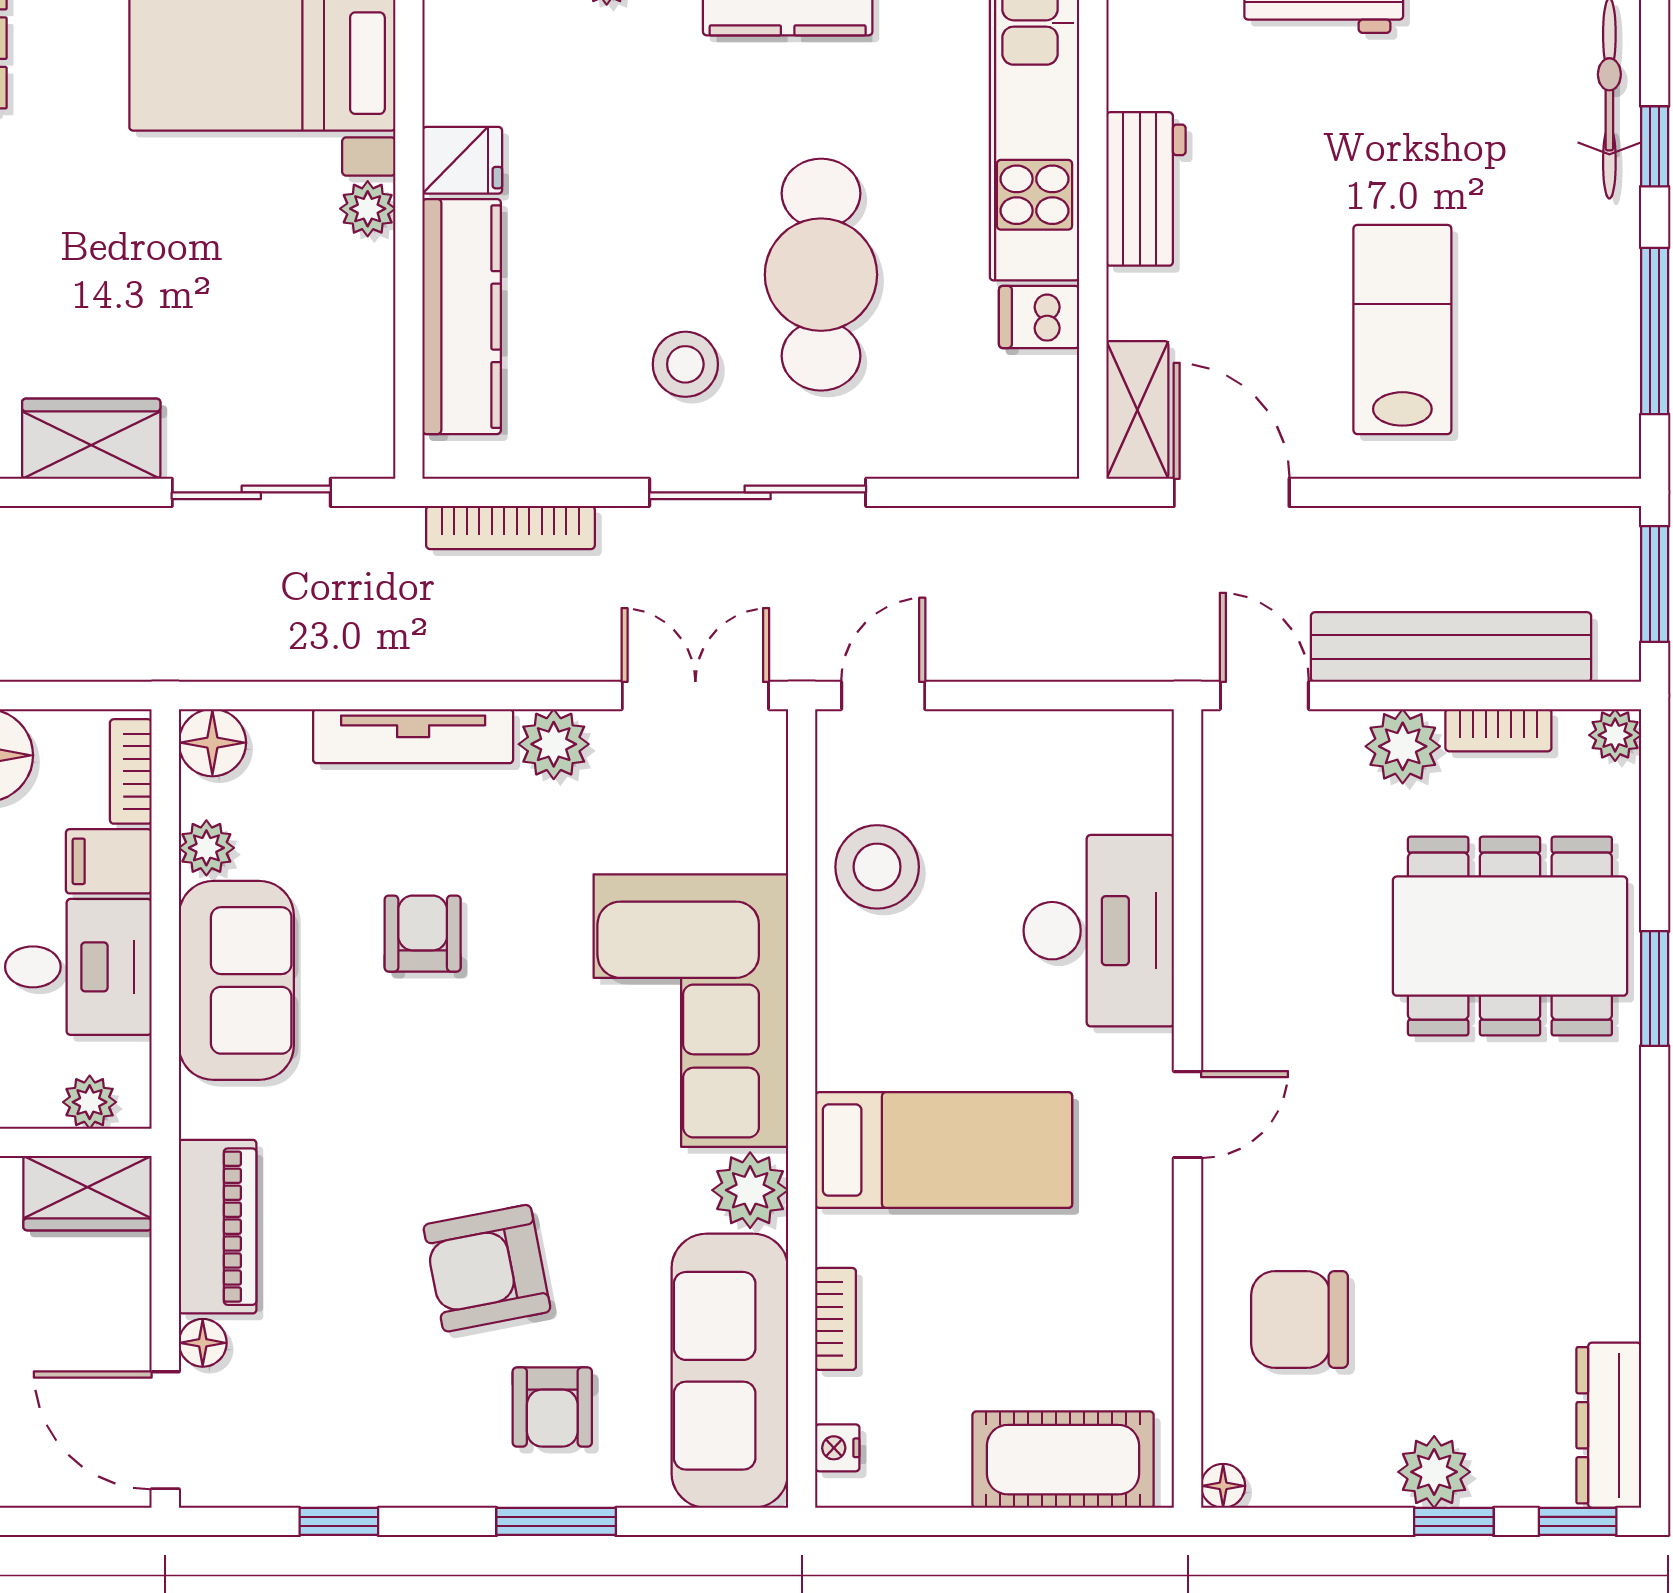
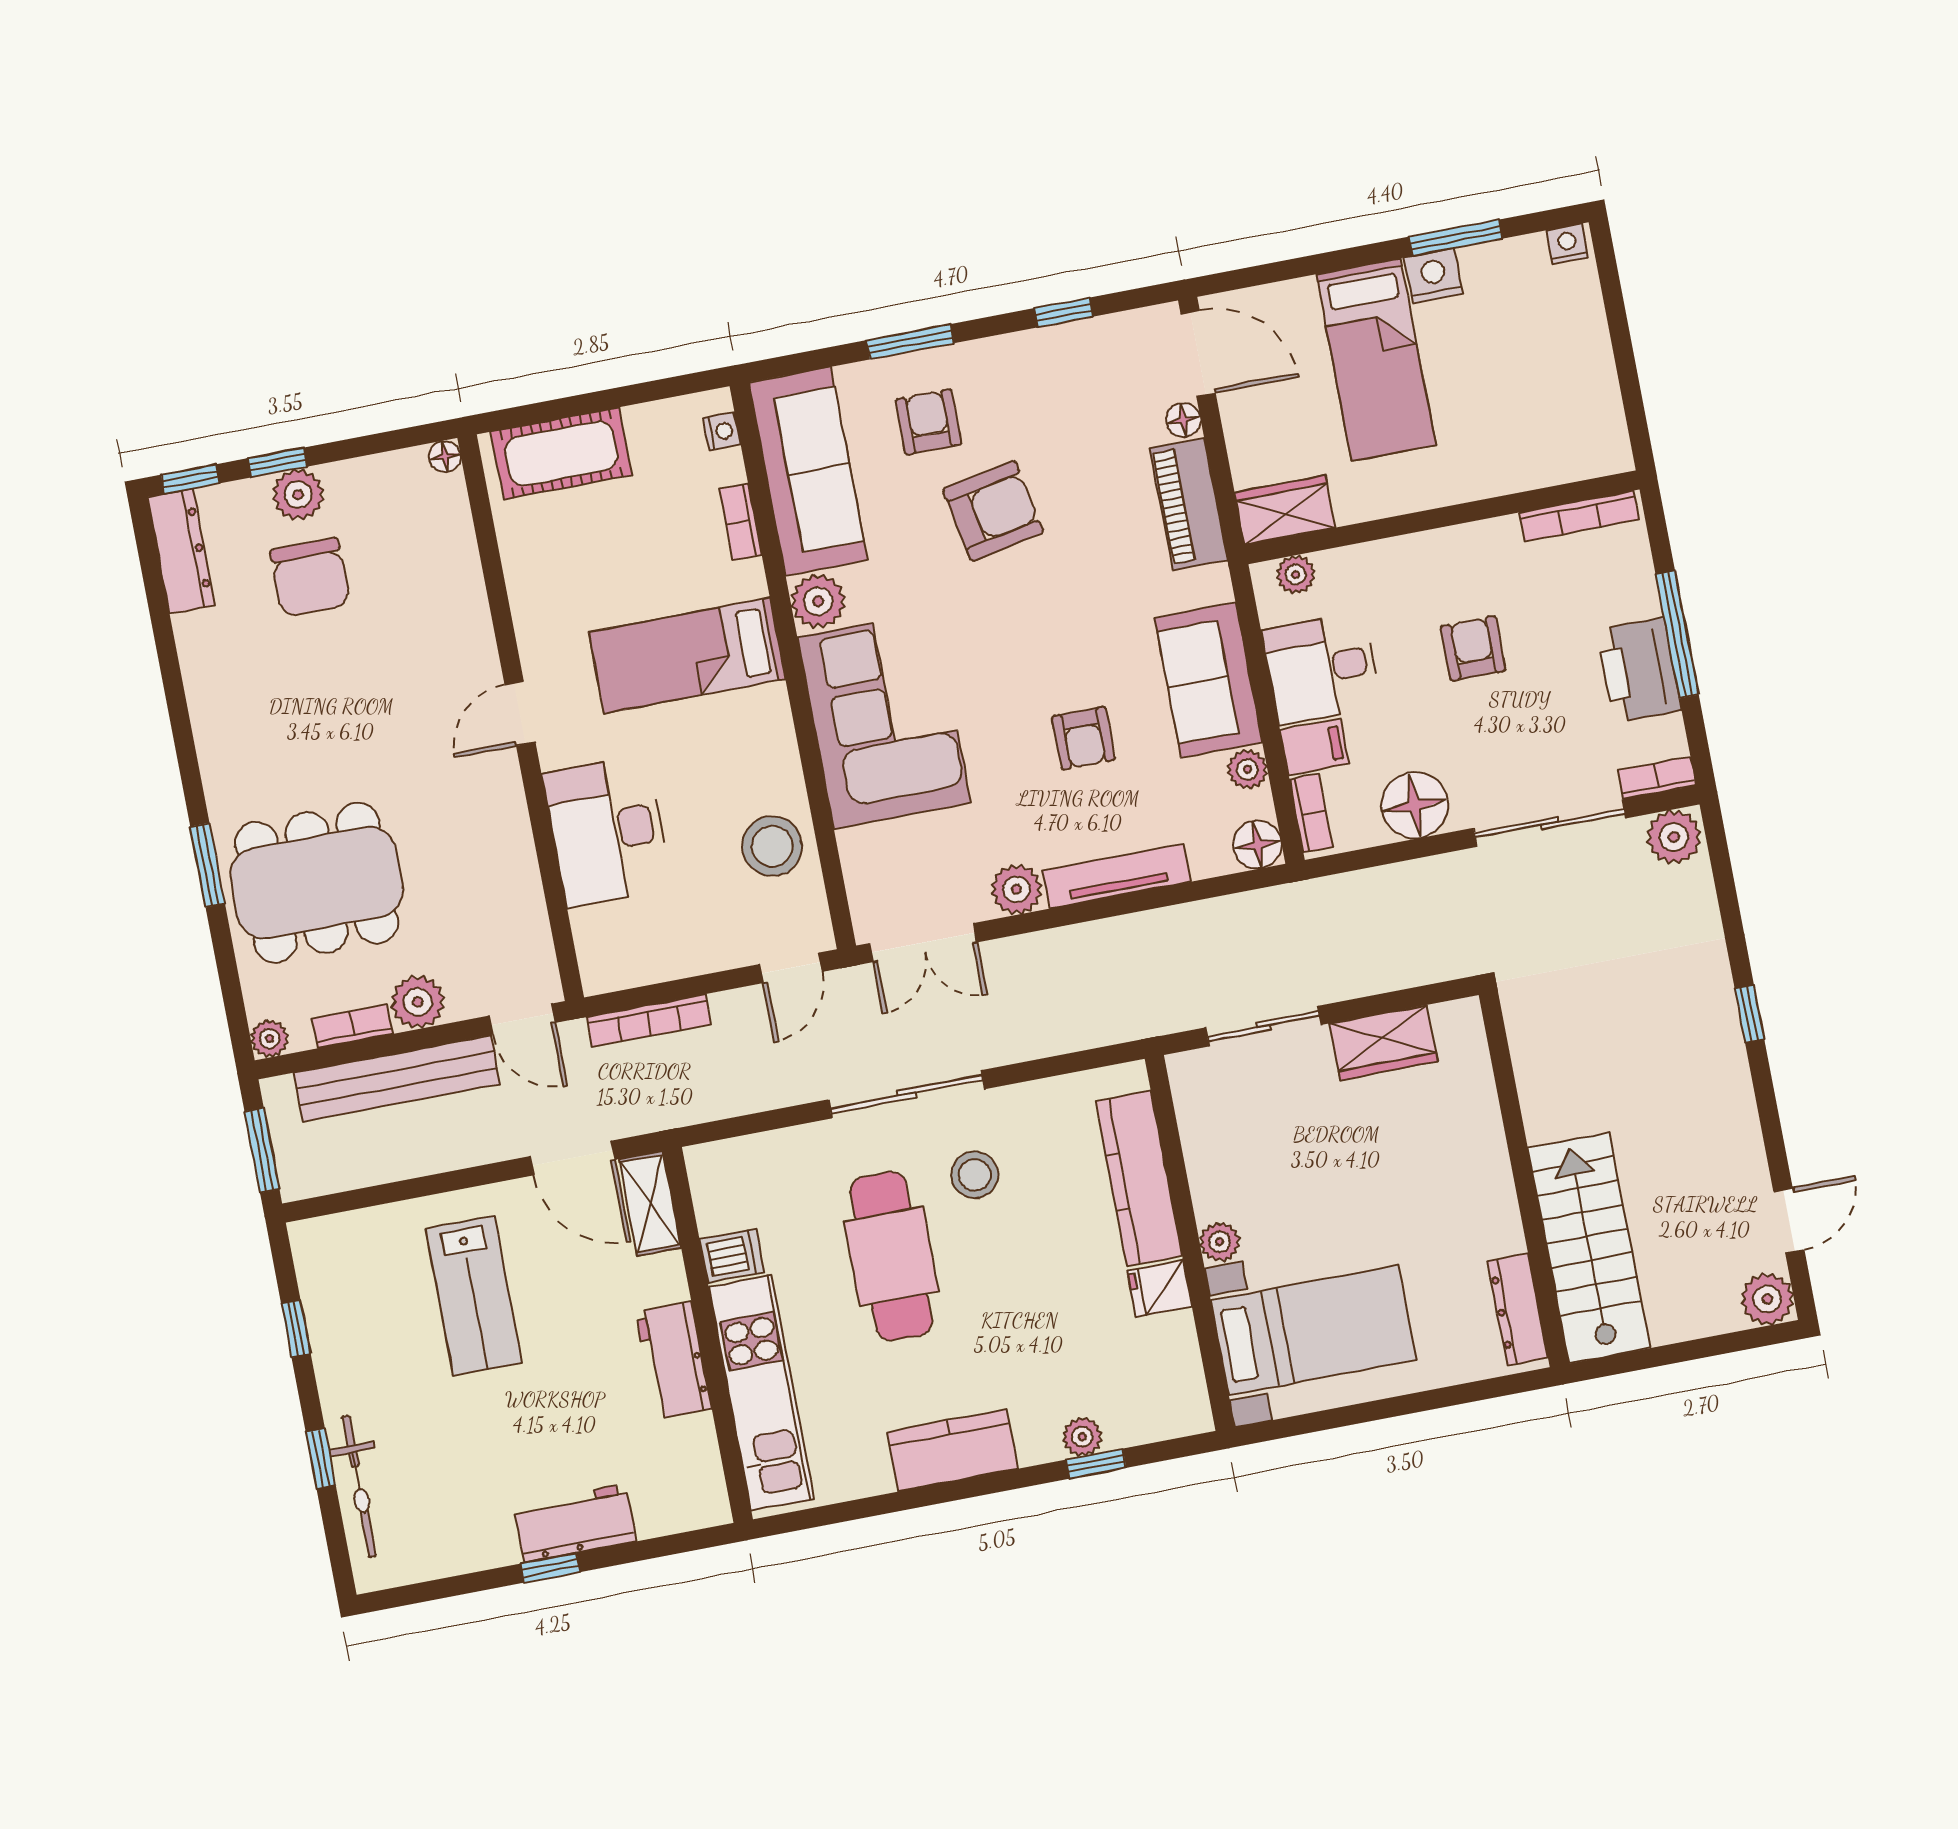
window: (1655, 331) -> (296, 1329), width x0.46
bookcase: (510, 527) -> (649, 1021), moved, turned 180
chair: (1300, 1319) -> (310, 577), moved, turned 90

